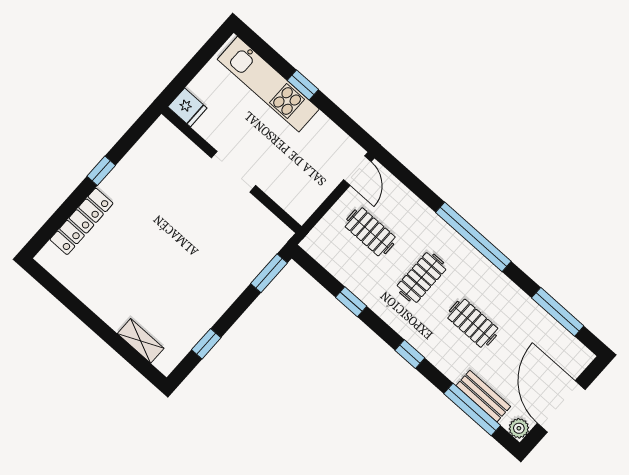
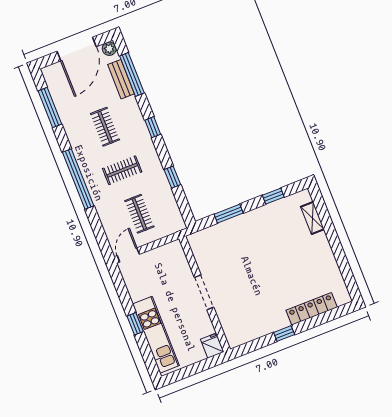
window: (269, 273) -> (229, 214), moved

